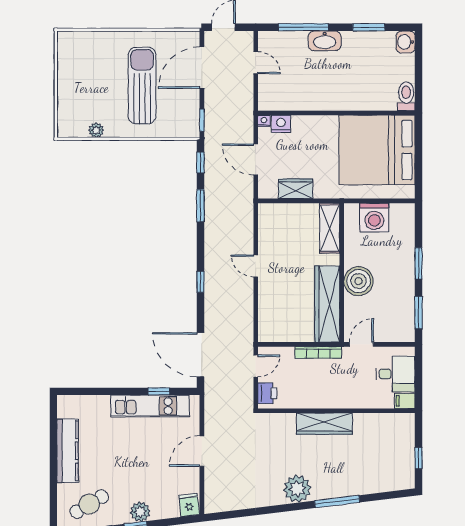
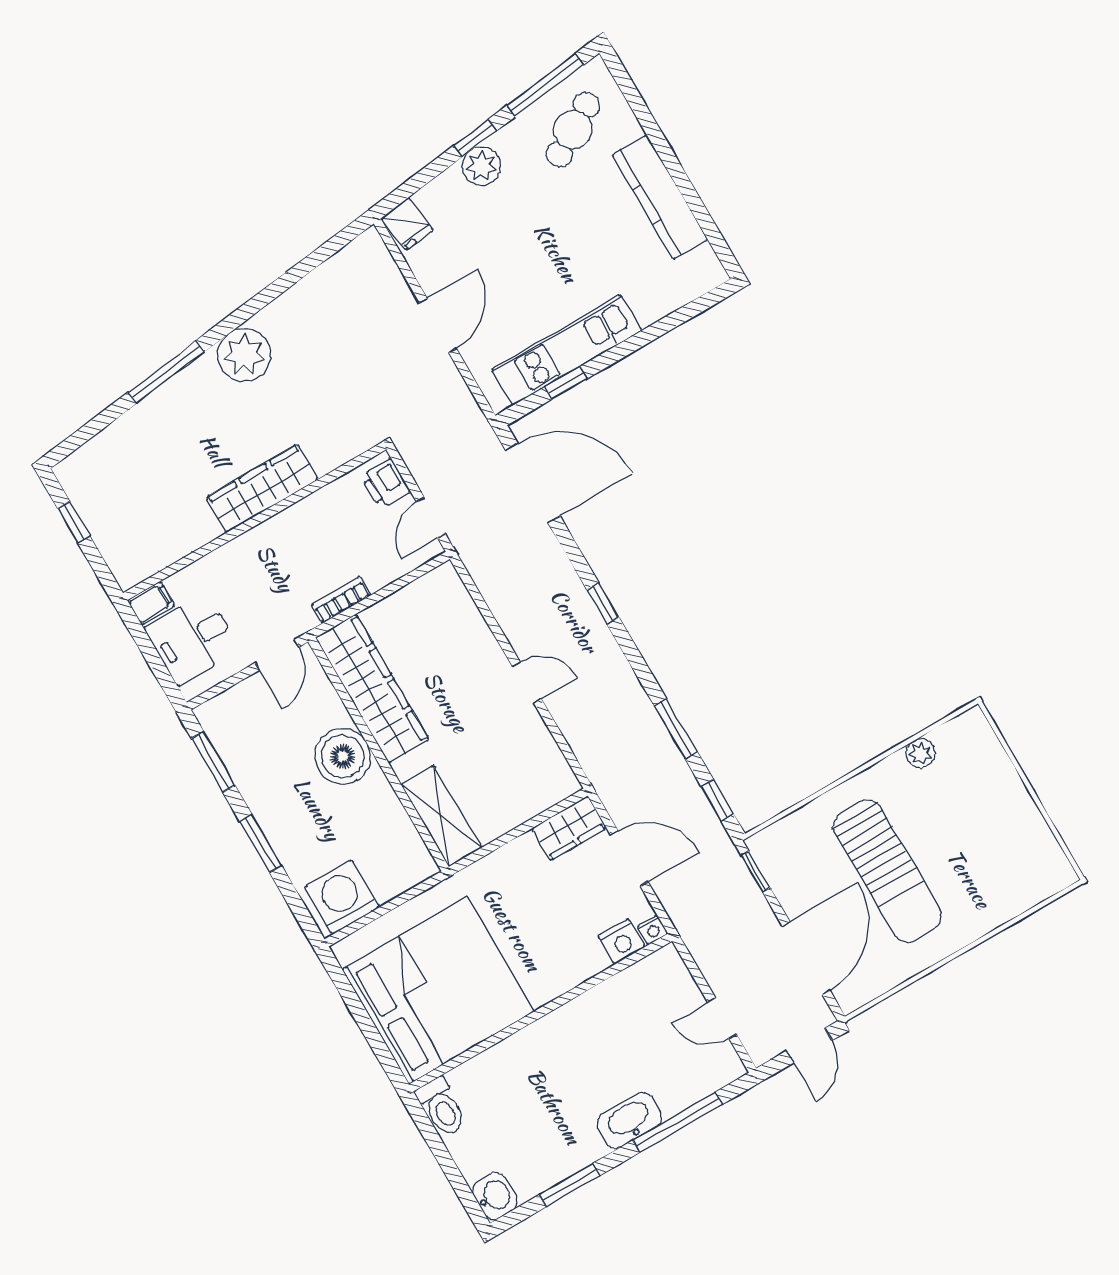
wardrobe: (295, 189) -> (569, 828), moved
washing machine: (374, 218) -> (342, 897), moved
bookcase: (318, 352) -> (341, 600), width x0.64

